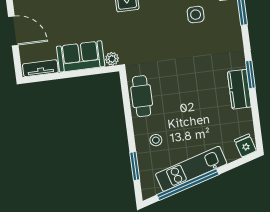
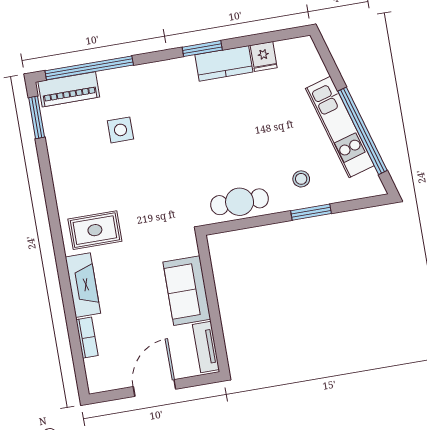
plant: (112, 59) -> (188, 246), removed
fridge: (245, 145) -> (264, 57), moved, turned -74
window: (135, 166) -> (311, 212), moved

